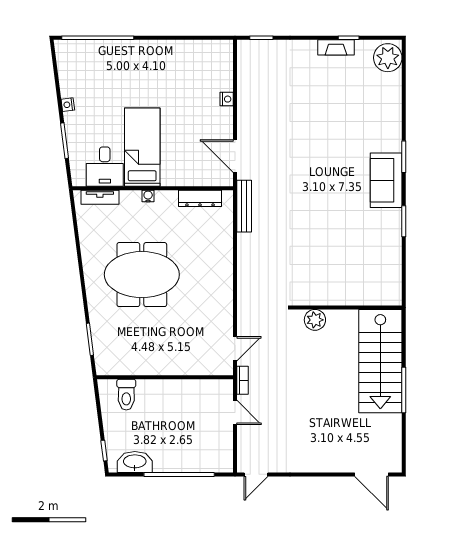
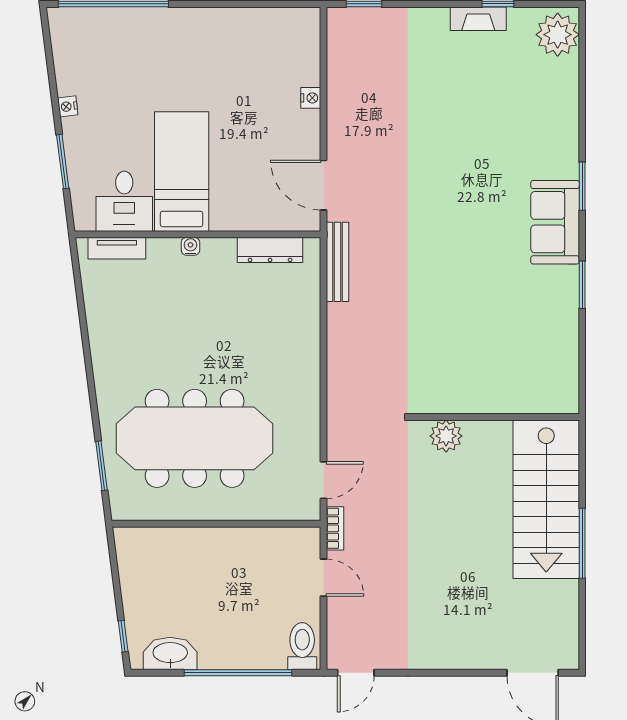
meeting table: (142, 275) -> (195, 438), moved, width x1.36
toilet: (126, 395) -> (302, 646), moved, turned 180

